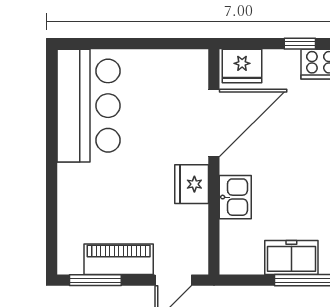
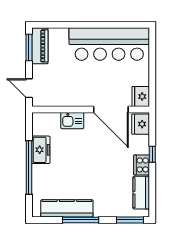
bar counter: (89, 106) -> (109, 44), width x1.36
fridge: (192, 184) -> (141, 96), moved, turned -90
piano: (119, 259) -> (40, 46), moved

